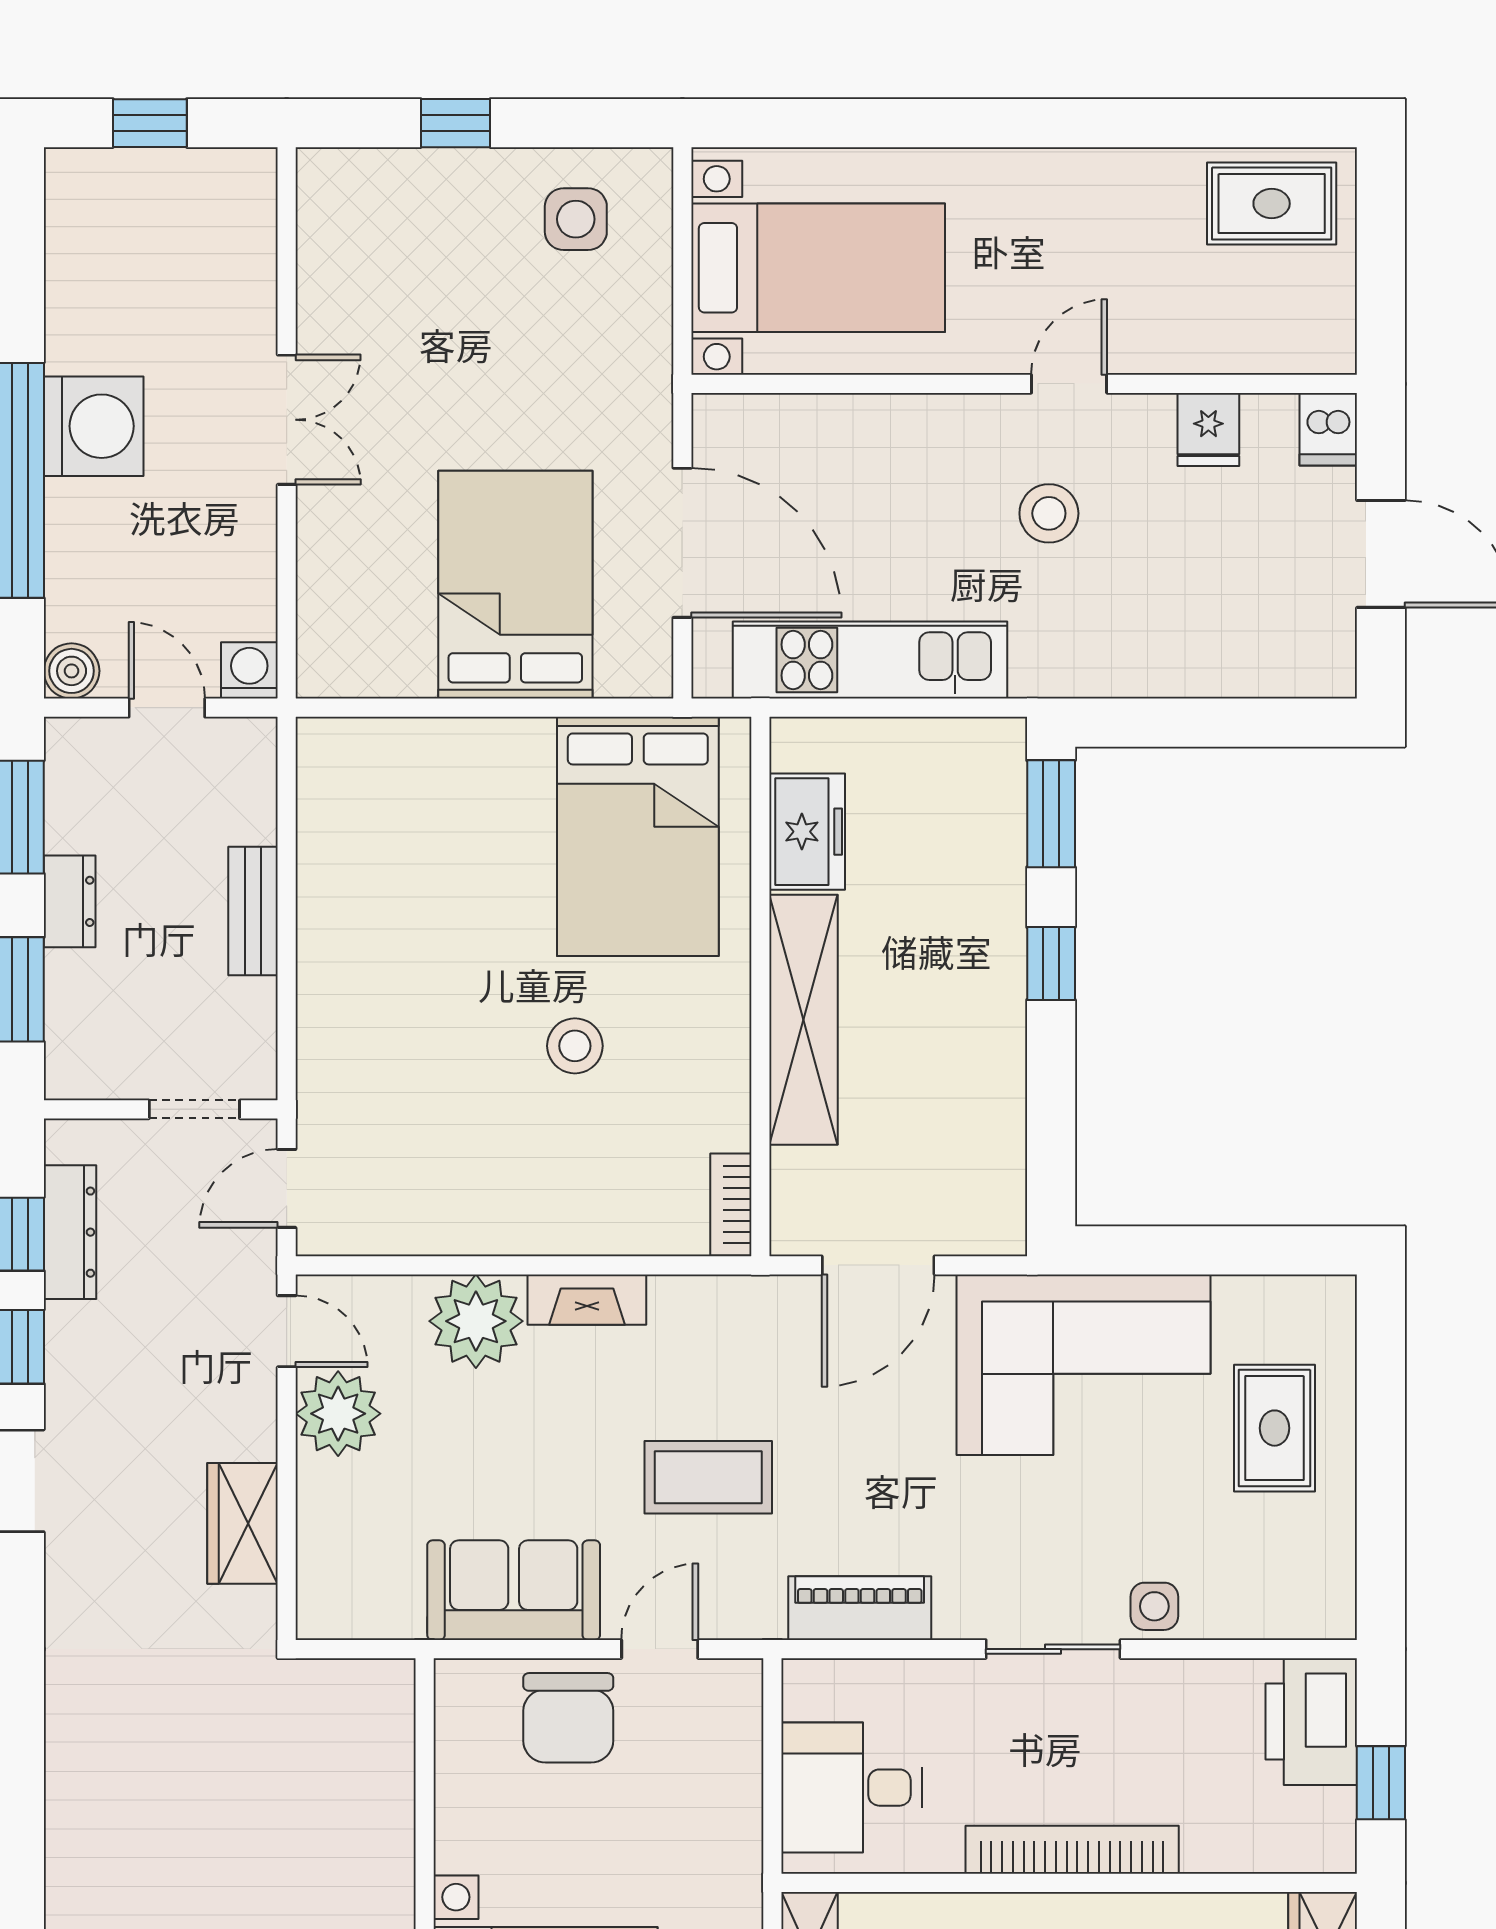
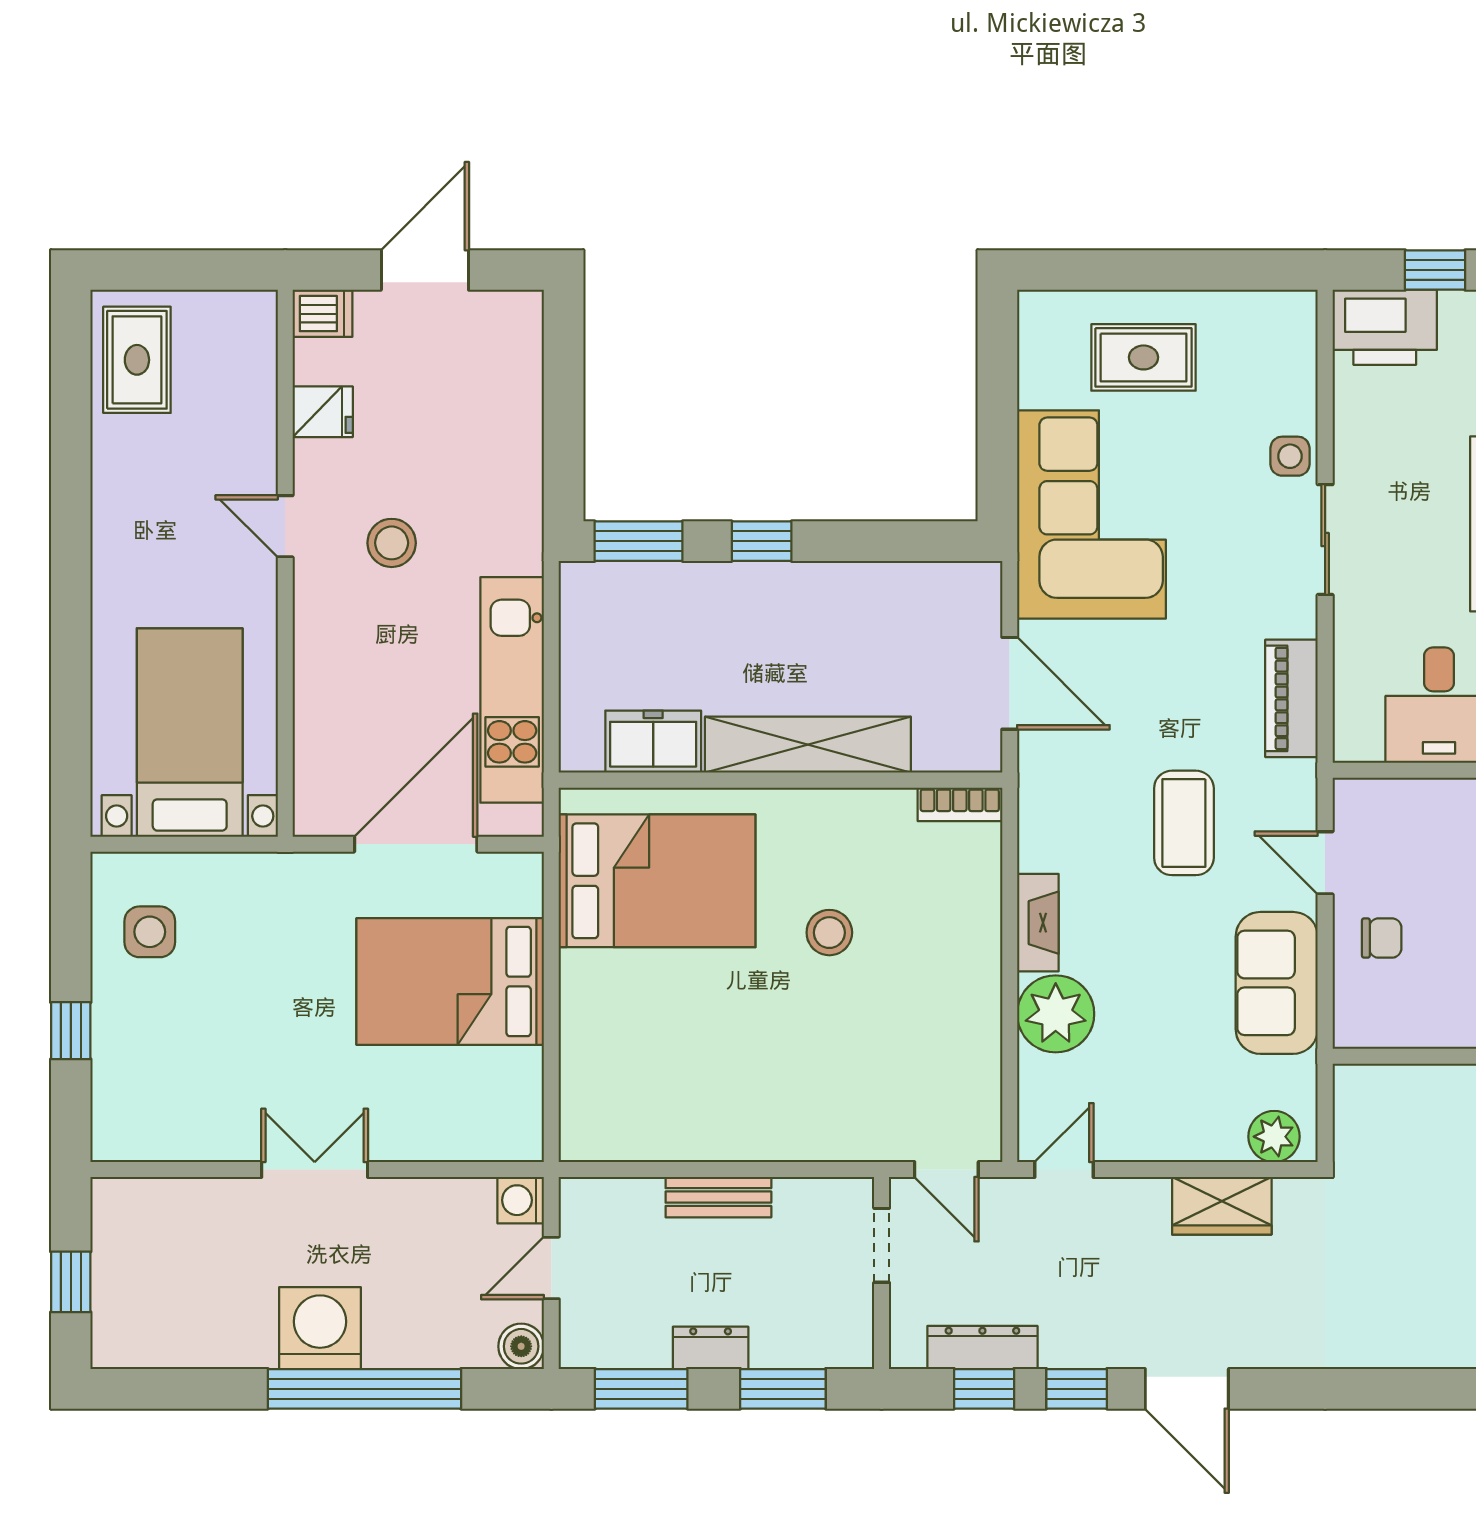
plant: (338, 1414) -> (1274, 1137), moved, width x0.73, depth x0.73
chair: (568, 1718) -> (1382, 938), width x0.54, depth x0.54

